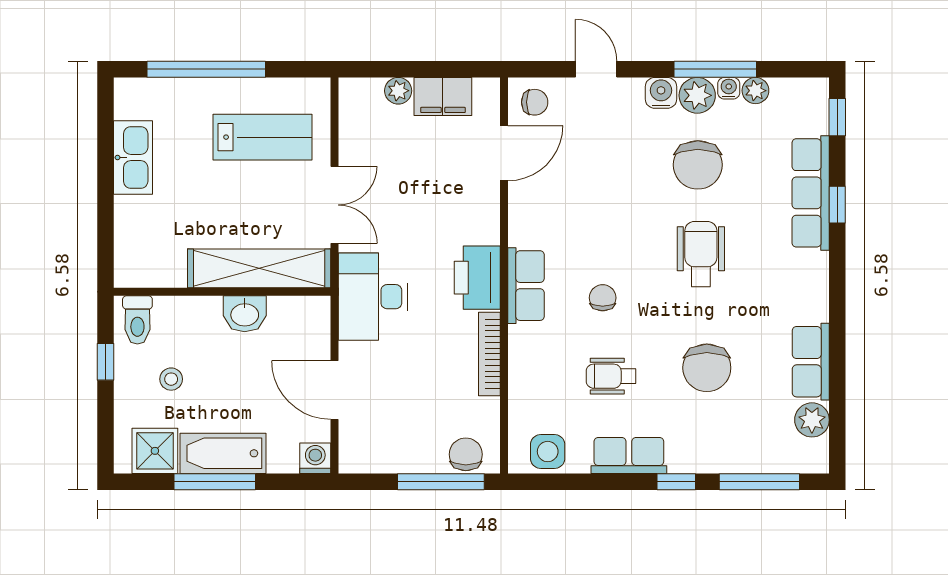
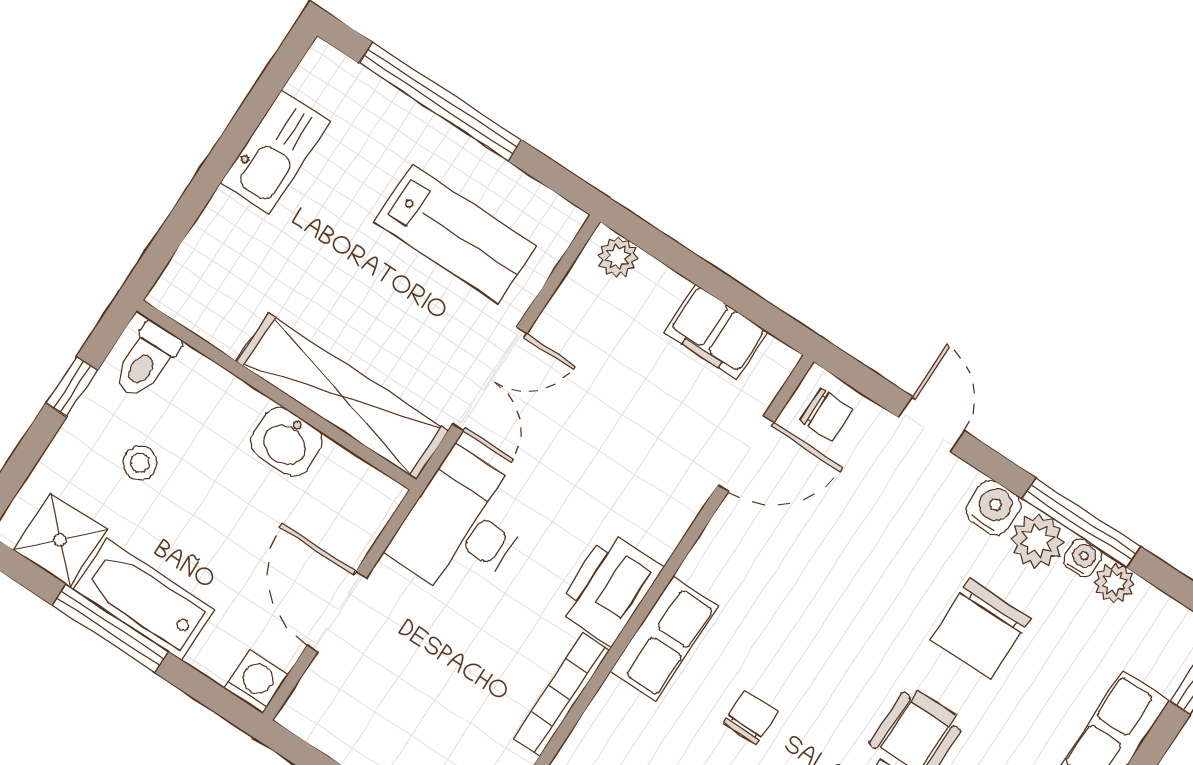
plant: (398, 91) -> (618, 257), moved

